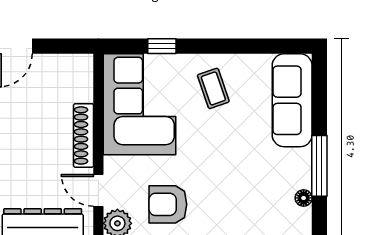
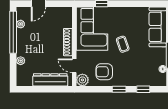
coffee table: (213, 88) -> (123, 44), moved

